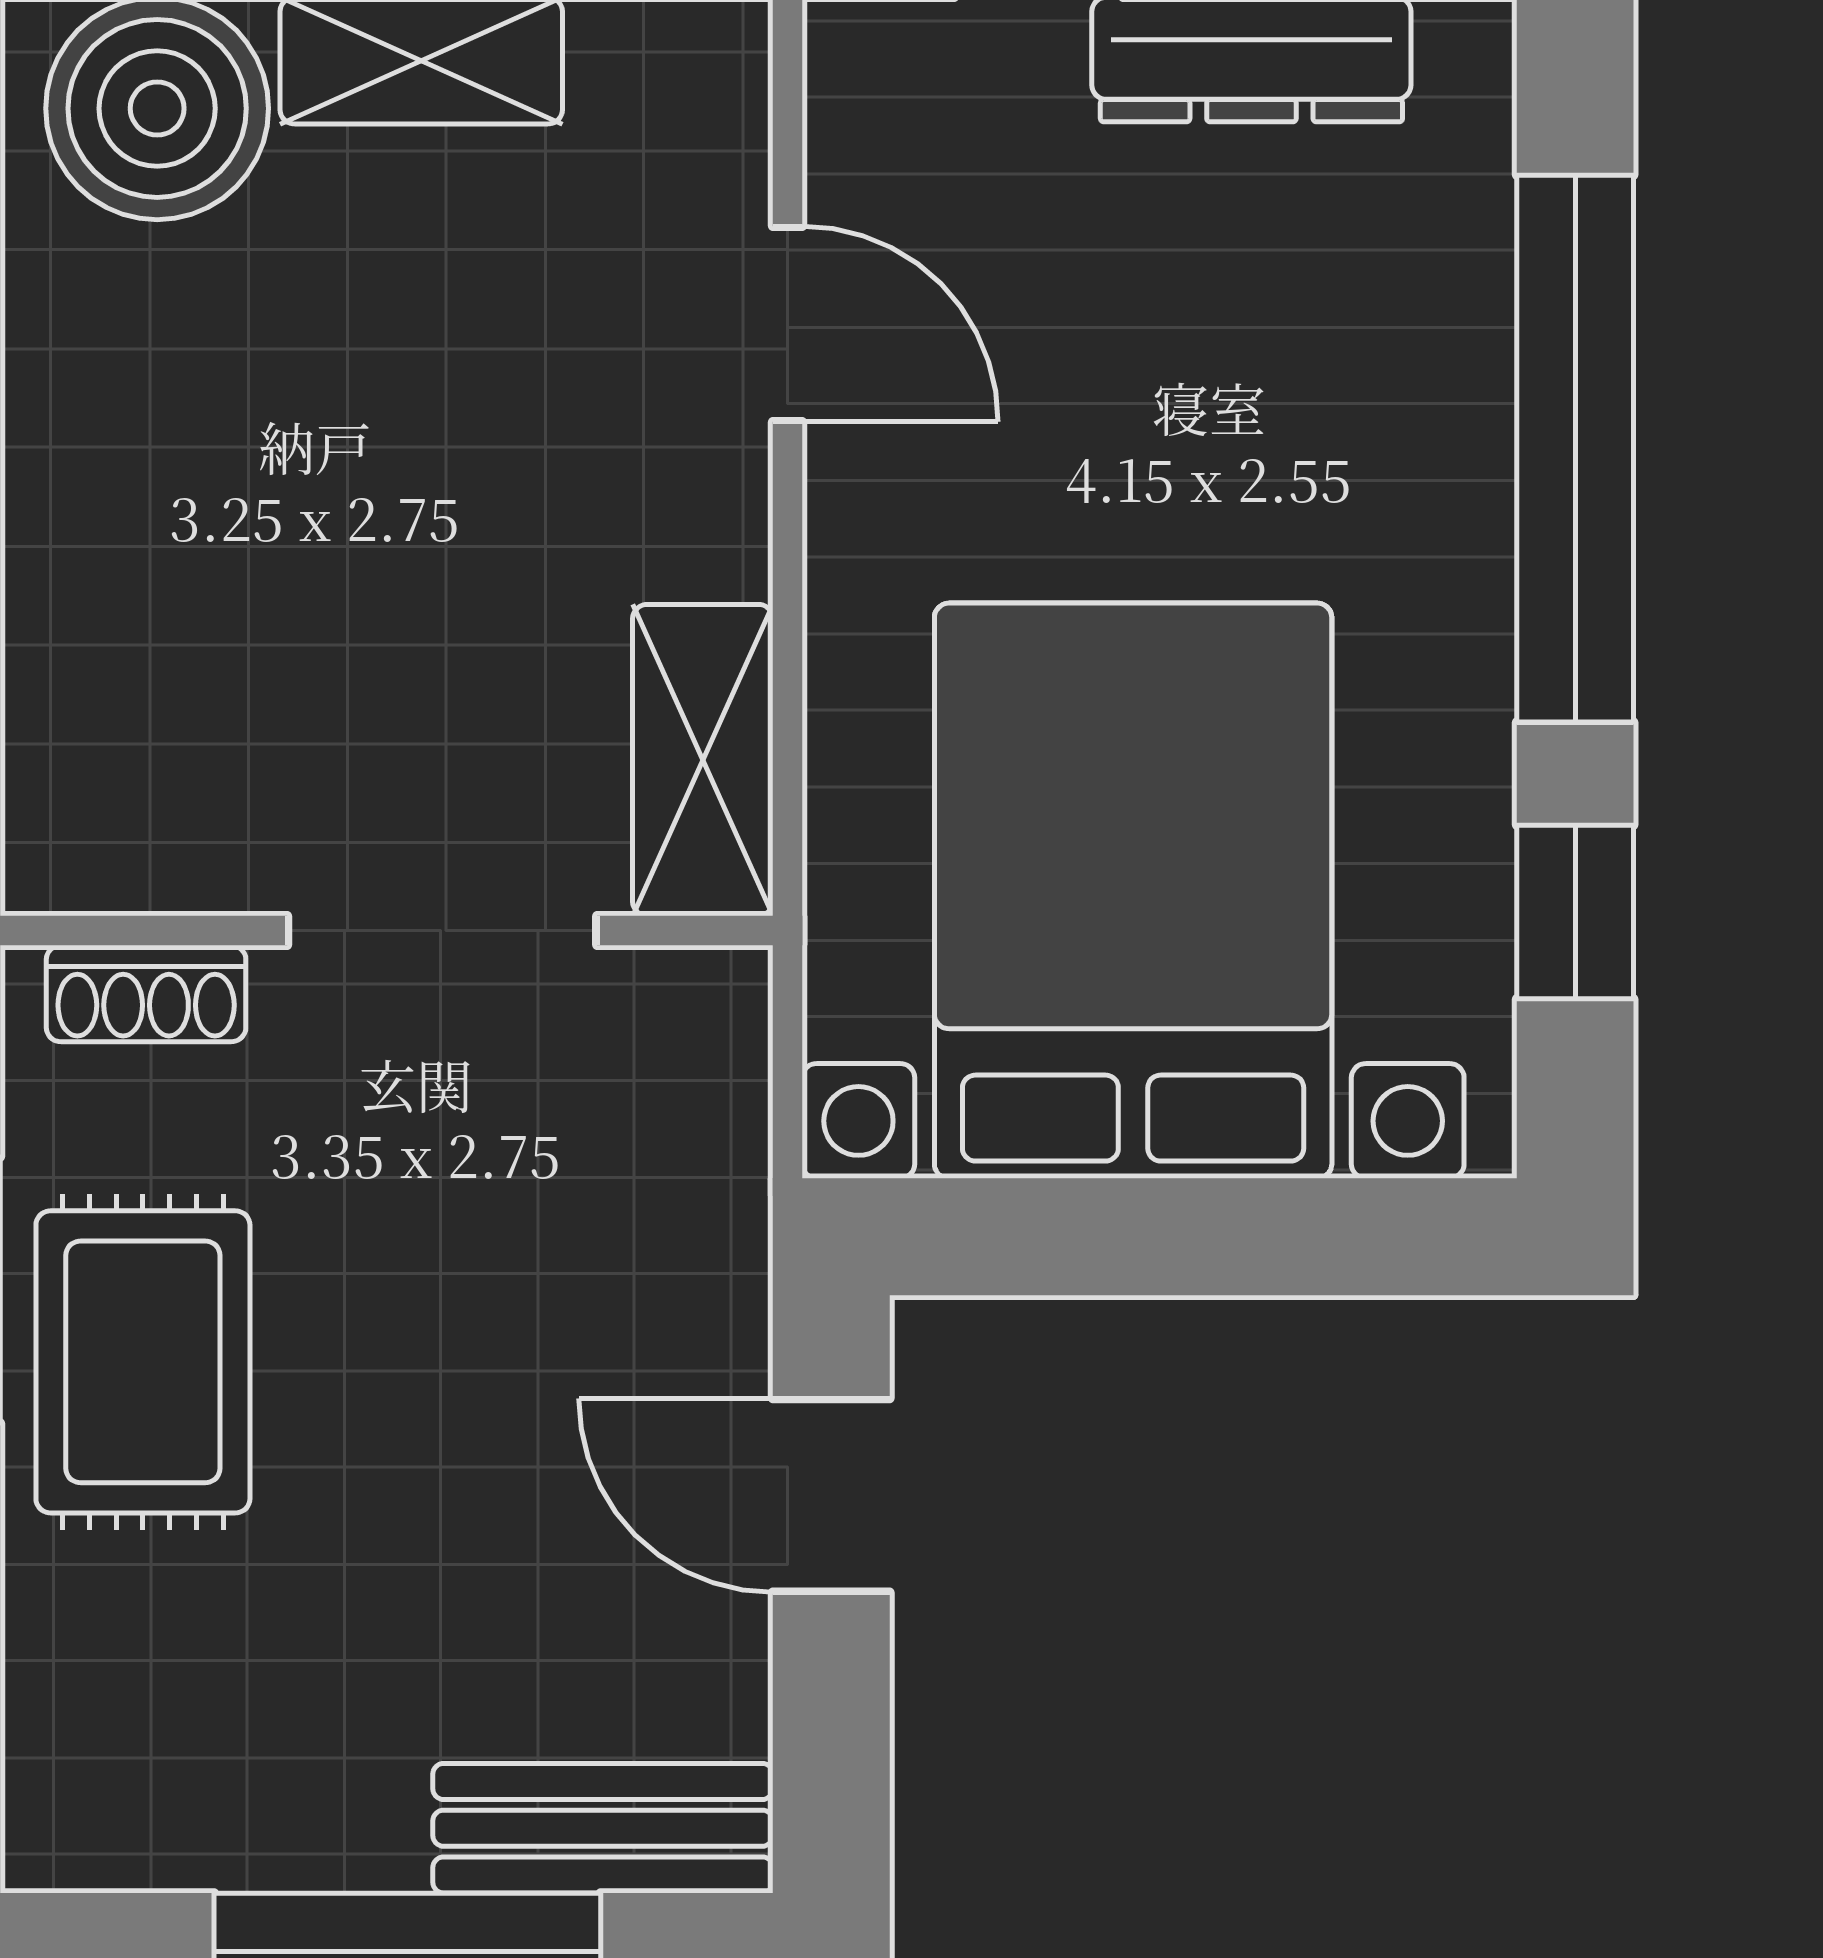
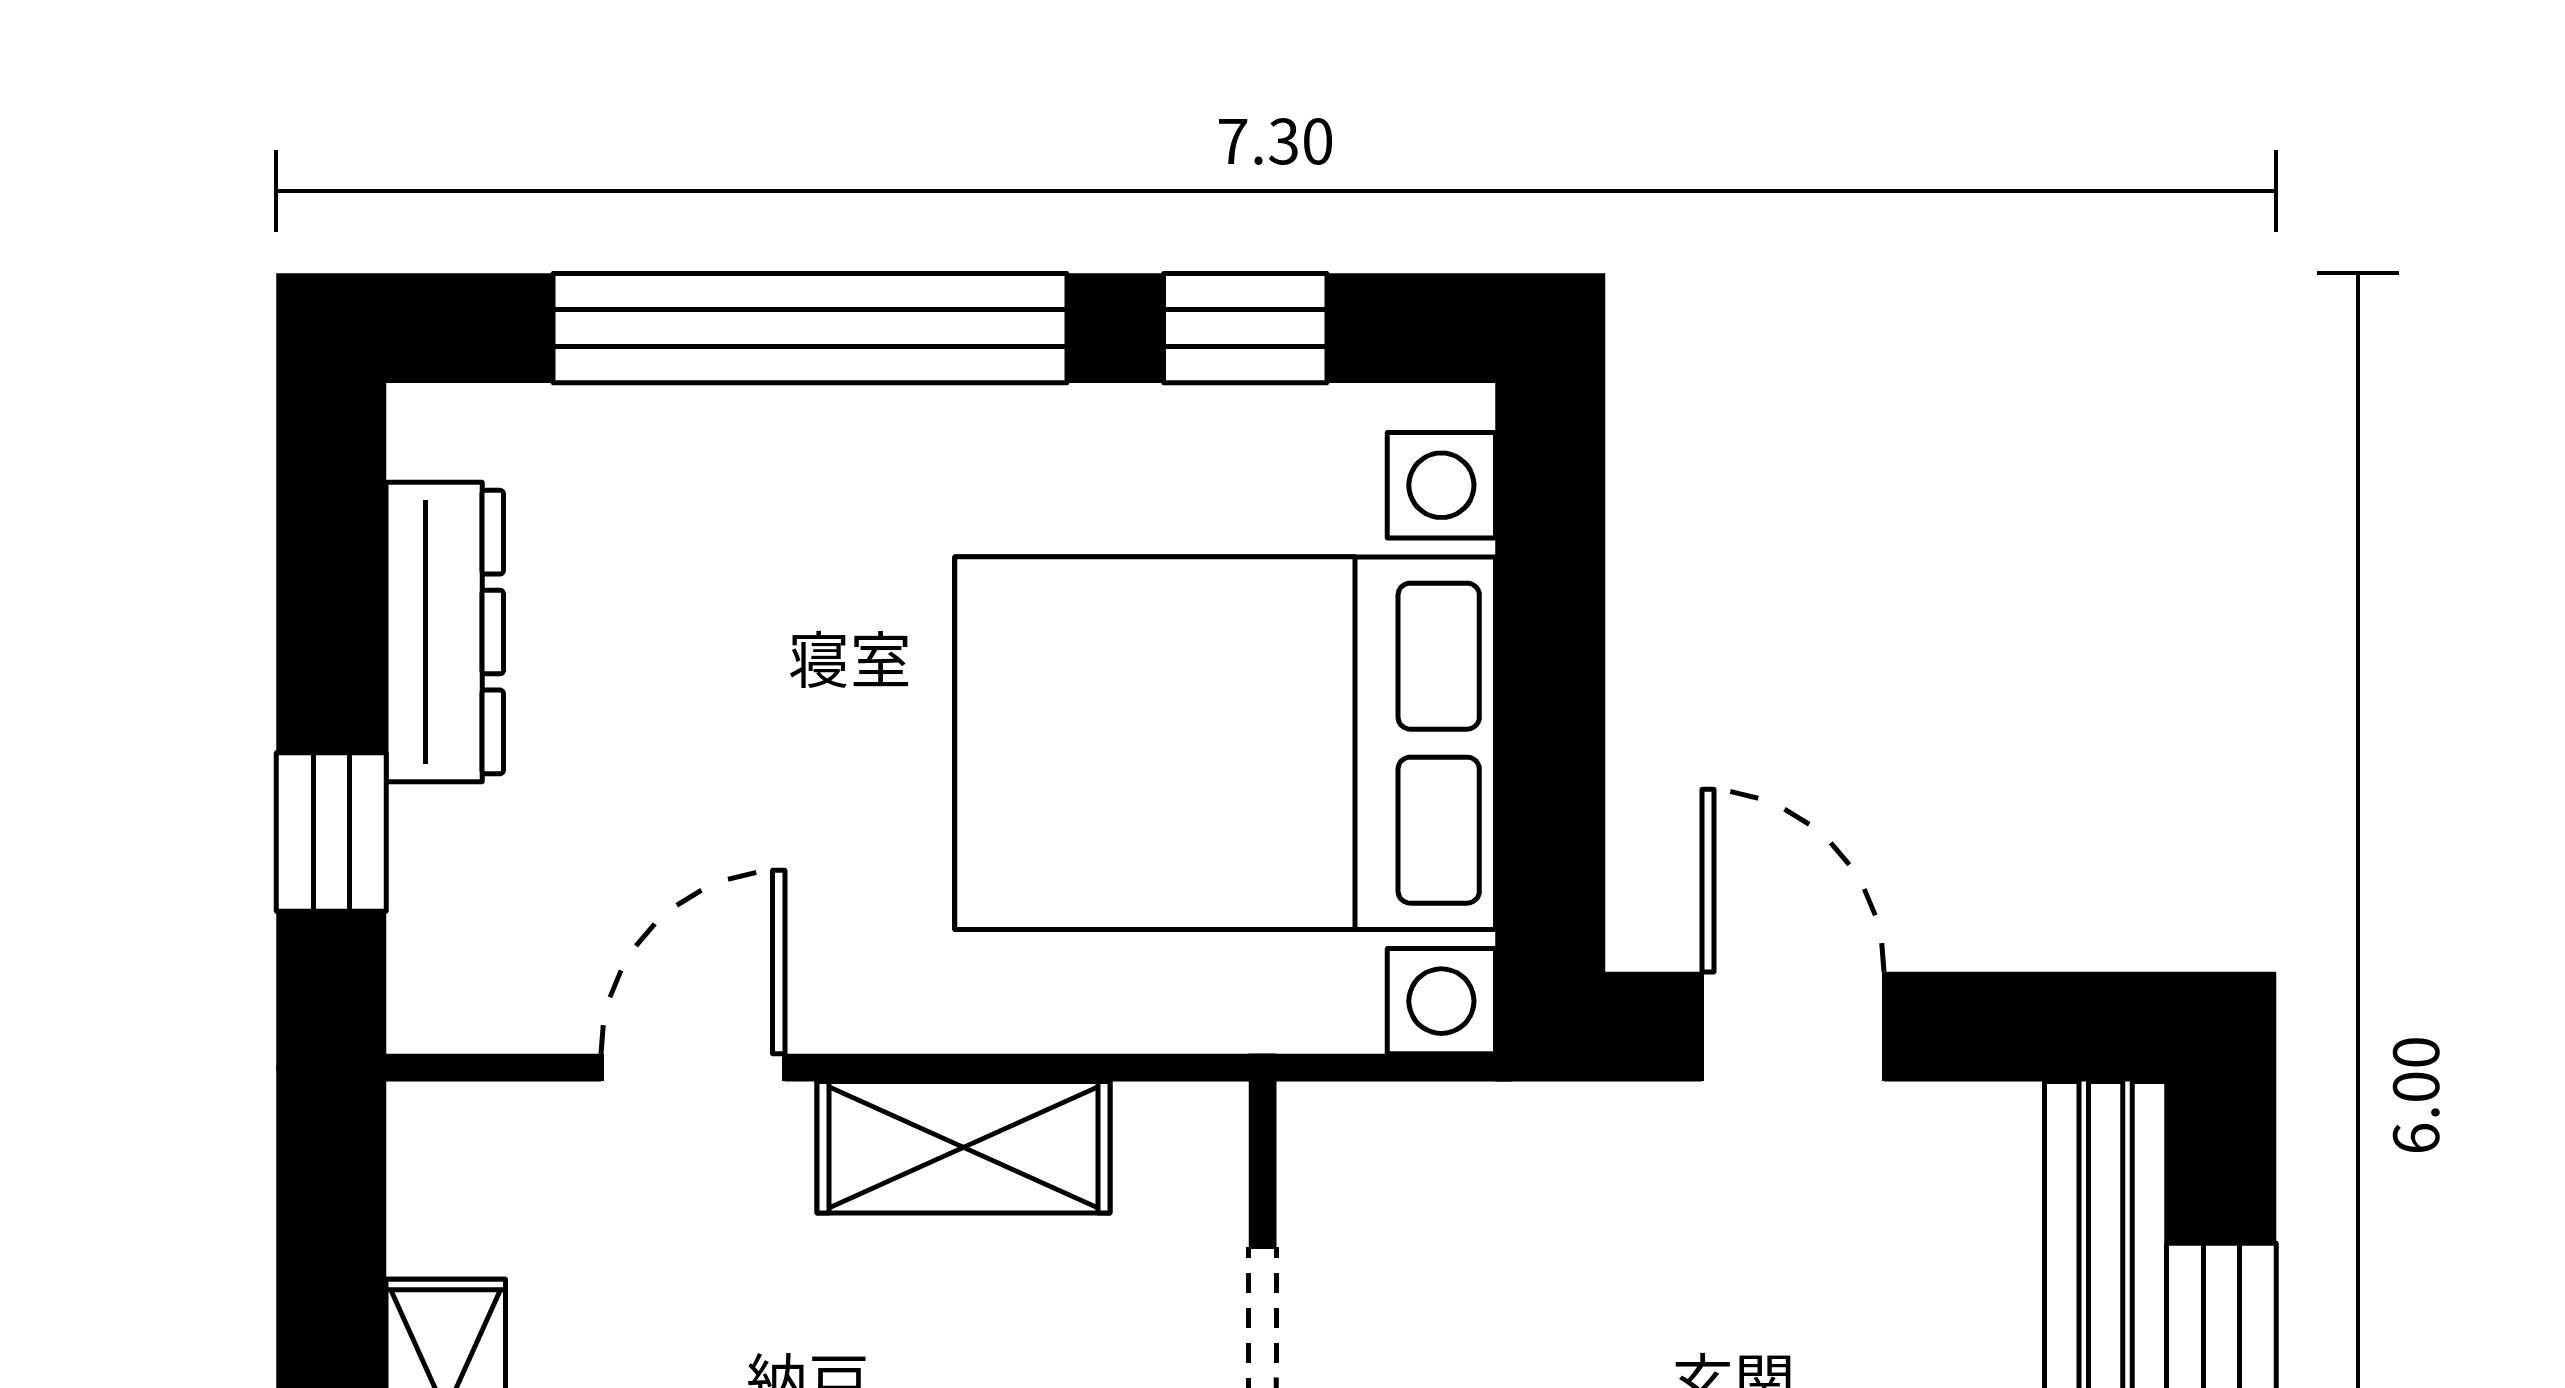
shelving: (703, 760) -> (963, 1147), moved
door: (831, 1495) -> (1793, 1027), swing flipped

